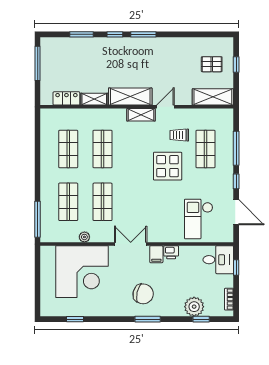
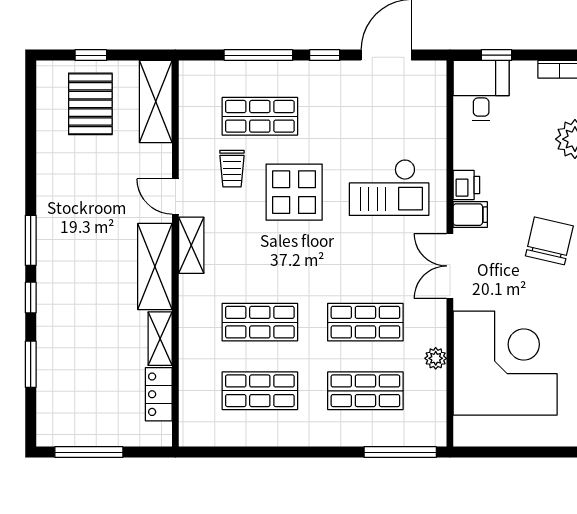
pallet: (212, 64) -> (90, 104), width x1.50, depth x1.42
checkout: (199, 219) -> (389, 187), moved

